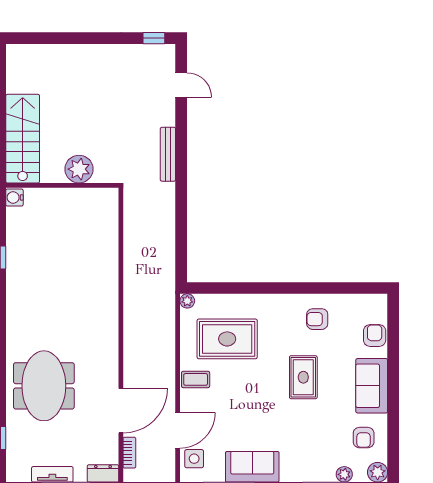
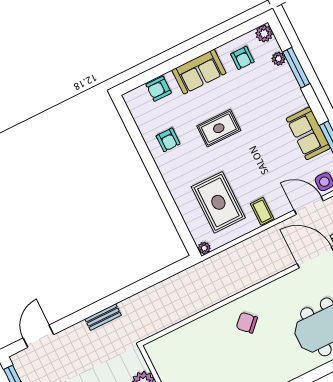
door: (181, 85) -> (38, 336), width x1.38
bench: (168, 154) -> (103, 317), width x0.73
chair: (89, 307) -> (247, 323), added
armchair: (364, 438) -> (242, 58), turned 90

